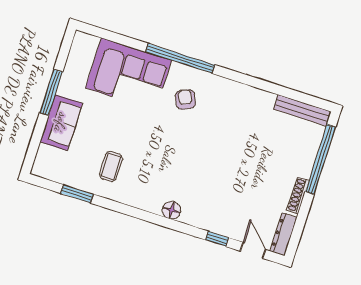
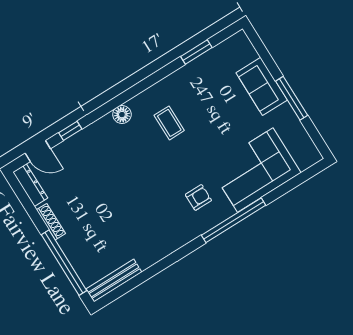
armchair: (185, 99) -> (198, 197), turned -66
coffee table: (111, 166) -> (169, 123), moved

